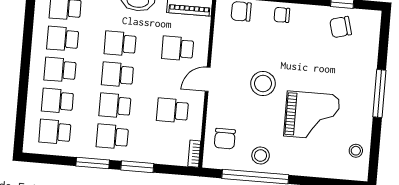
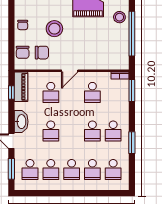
school desk: (118, 75) -> (72, 131), removed
door: (208, 79) -> (70, 71), hinge flipped
stool: (263, 84) -> (54, 29), moved
chair: (225, 139) -> (42, 53), moved
stool: (261, 155) -> (119, 17), moved
window: (137, 167) -> (132, 90), moved

